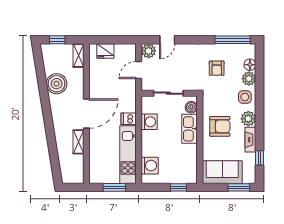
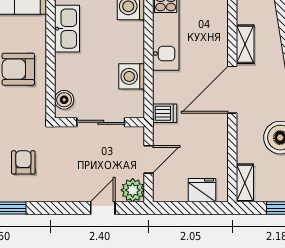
dishwasher: (129, 119) -> (165, 113), moved
kitchen sink: (189, 129) -> (67, 29), moved

